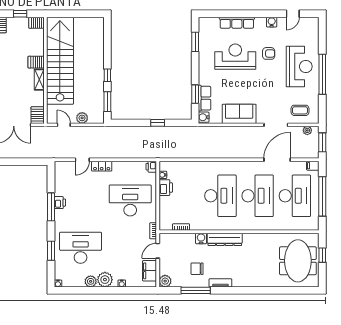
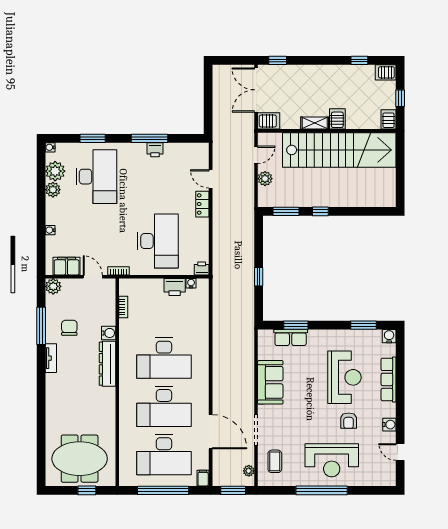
water cooler: (204, 117) -> (389, 336), moved
plant: (105, 280) -> (55, 171), moved

